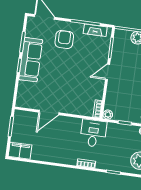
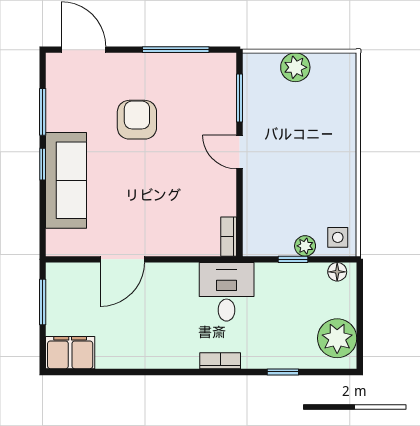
fireplace: (95, 30) -> (200, 64), removed
armchair: (64, 39) -> (137, 120), moved
sofa: (31, 60) -> (66, 180), moved
door: (108, 72) -> (240, 152), hinge flipped
plant: (108, 114) -> (305, 246), moved

